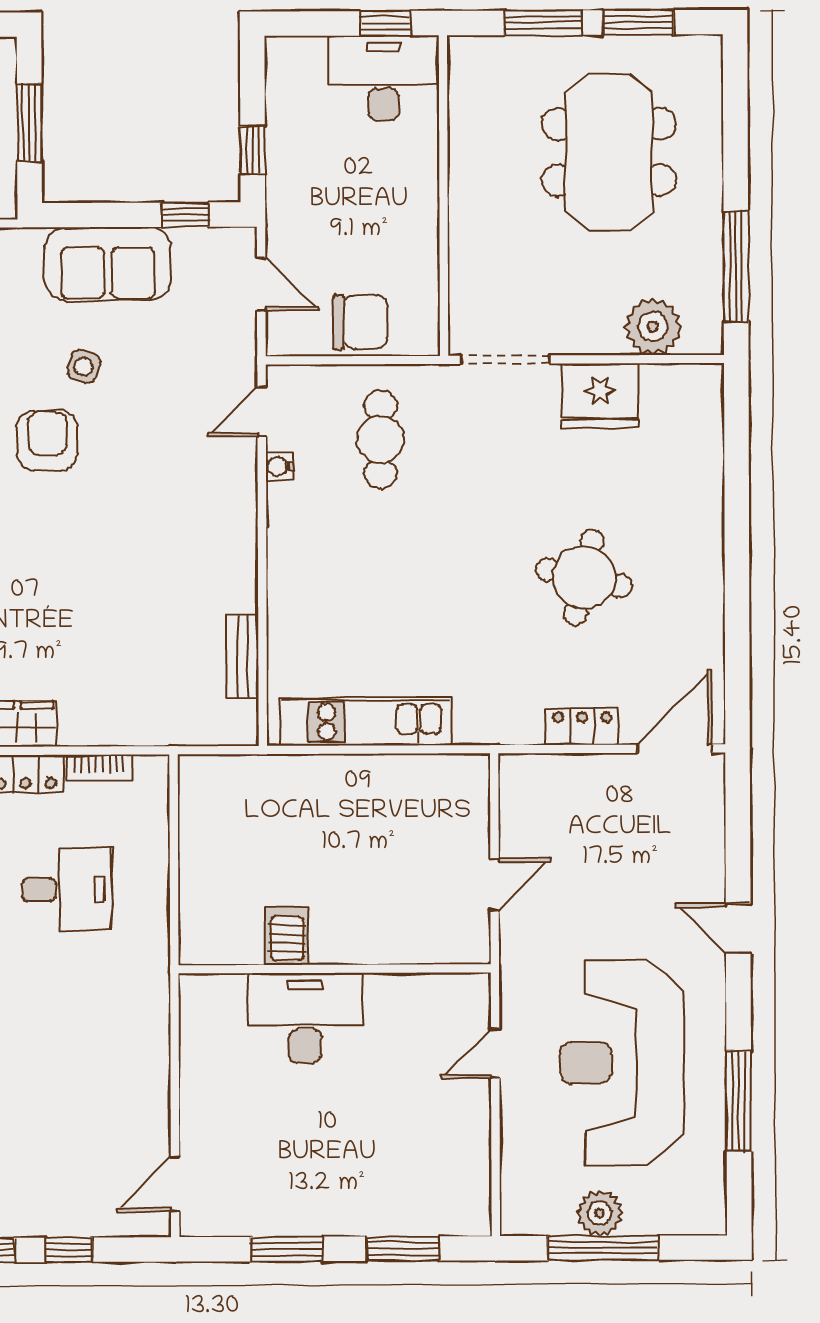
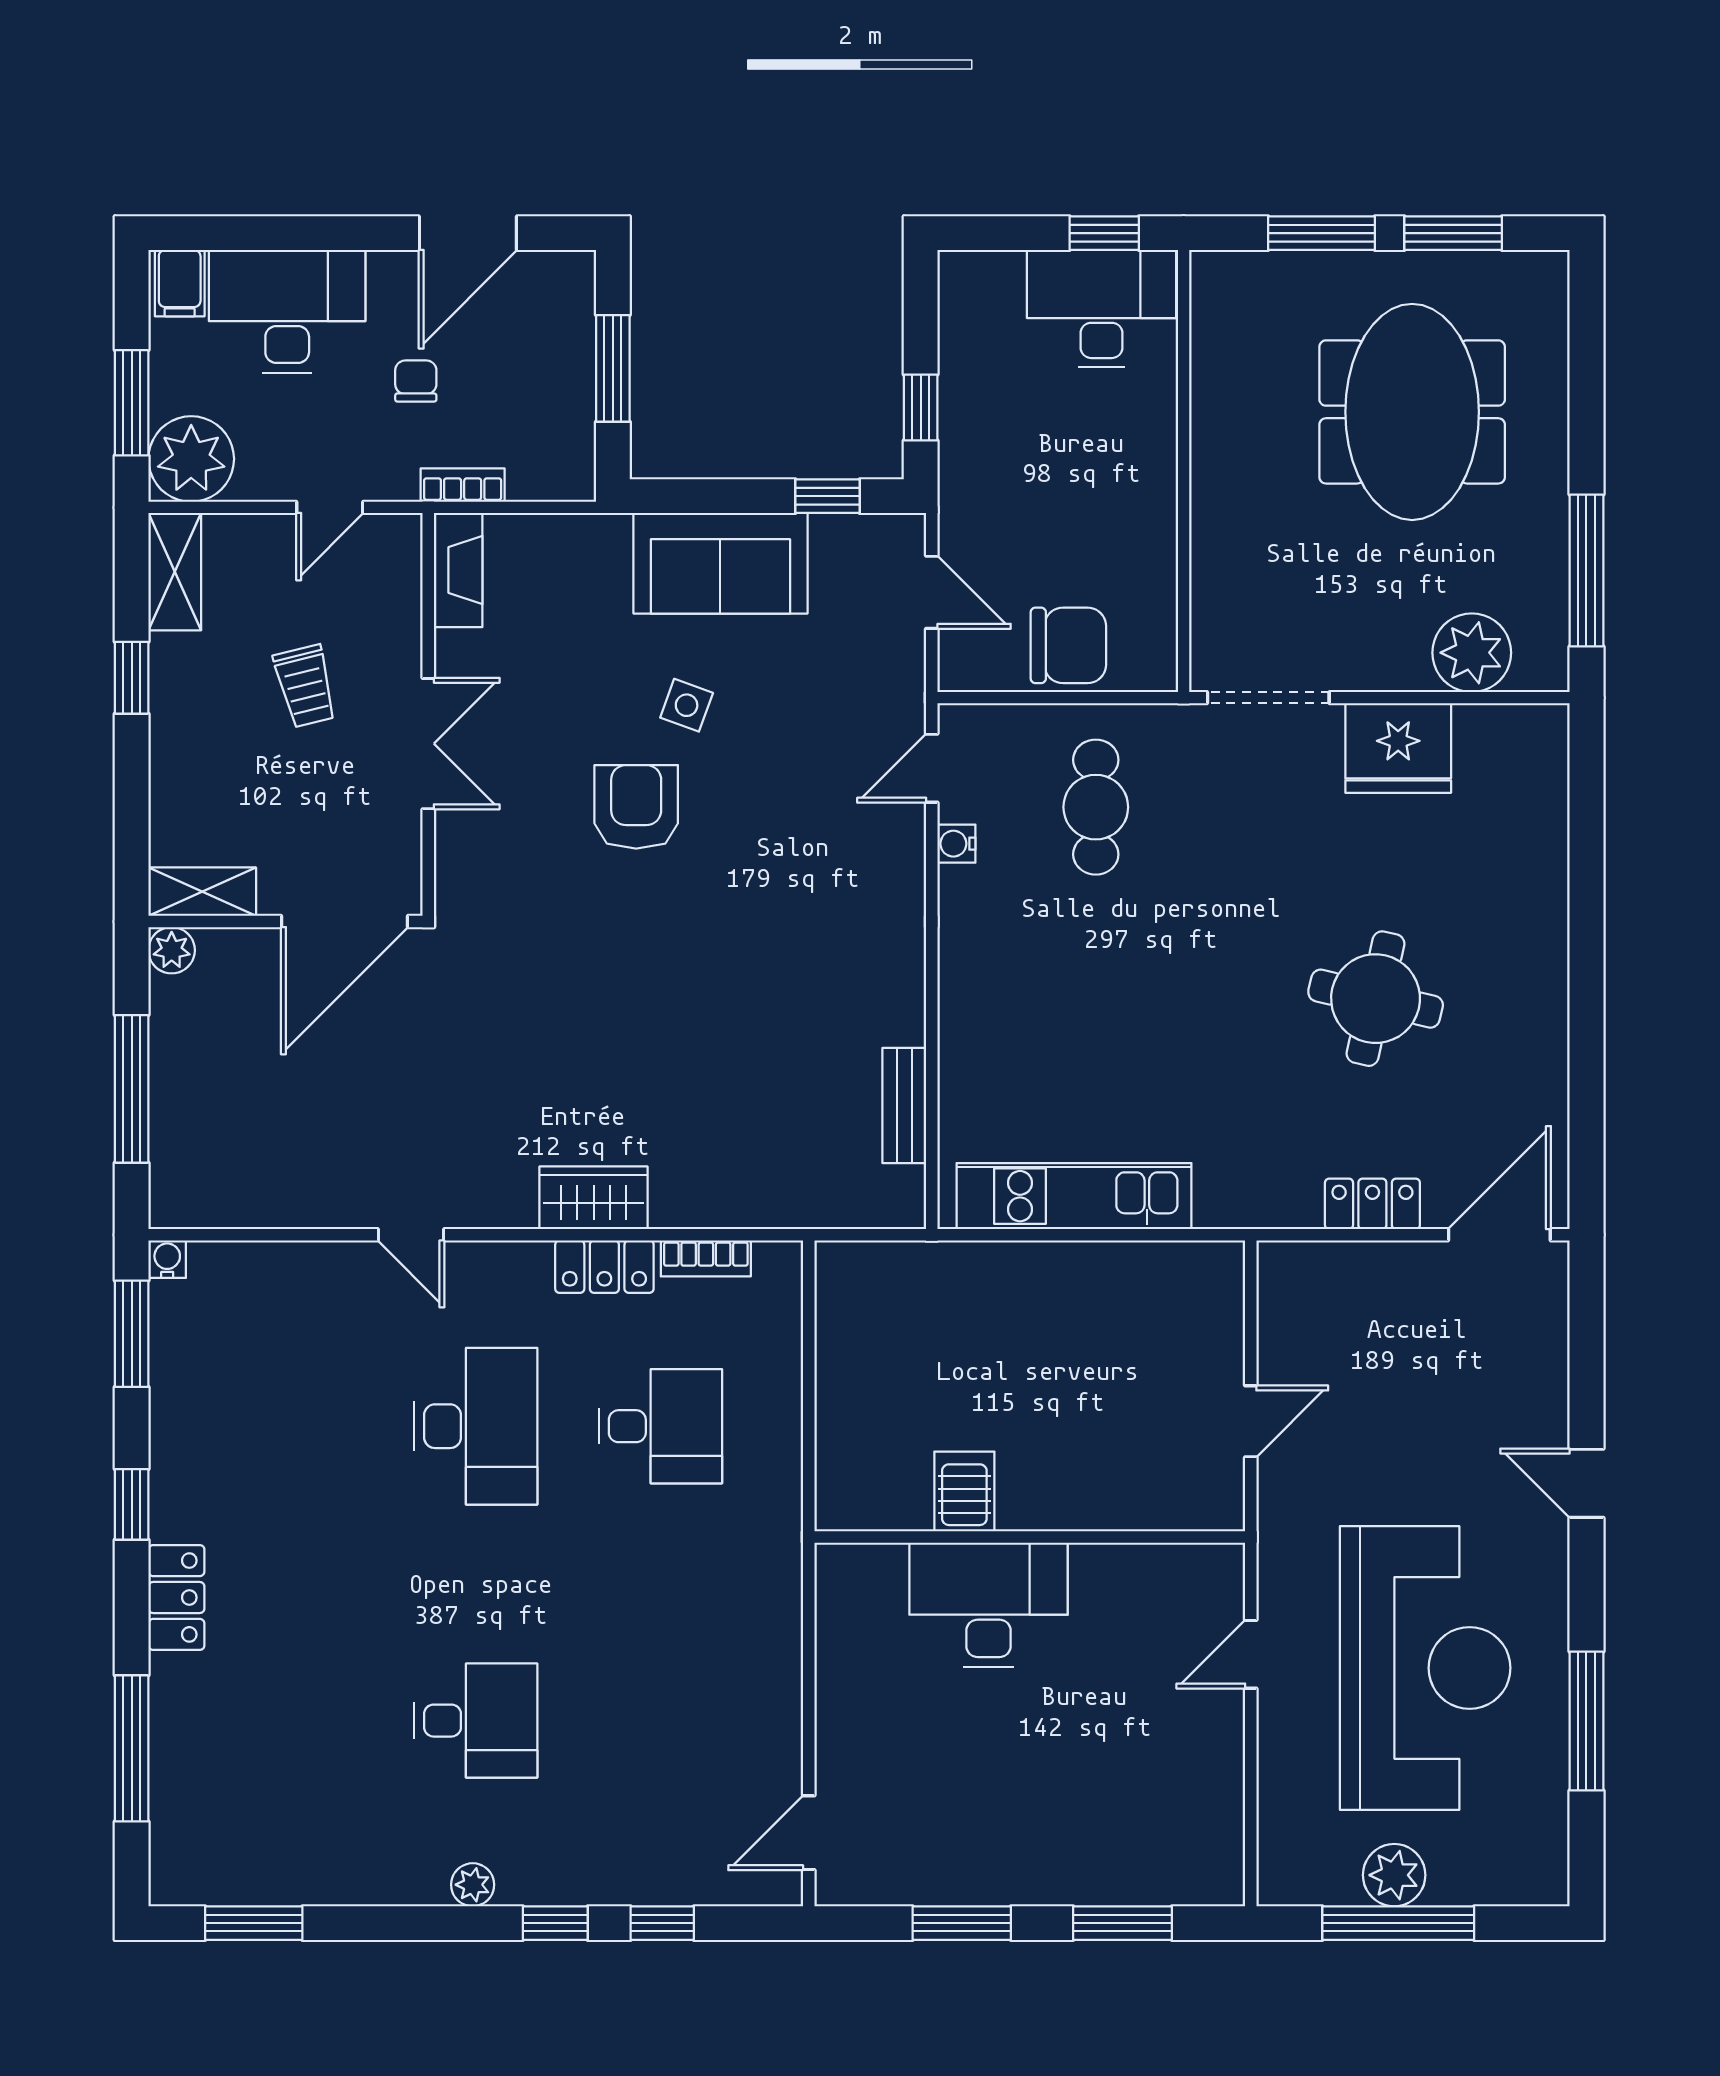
reception desk: (622, 1063) -> (1425, 1668), turned 180

